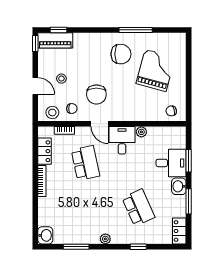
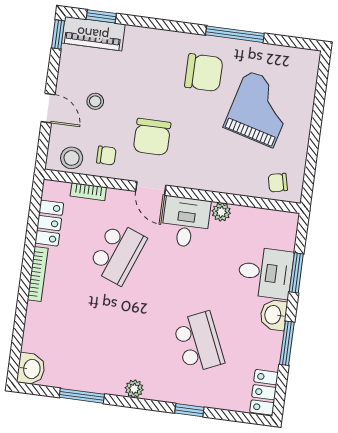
school desk: (85, 163) -> (117, 253), turned 33

